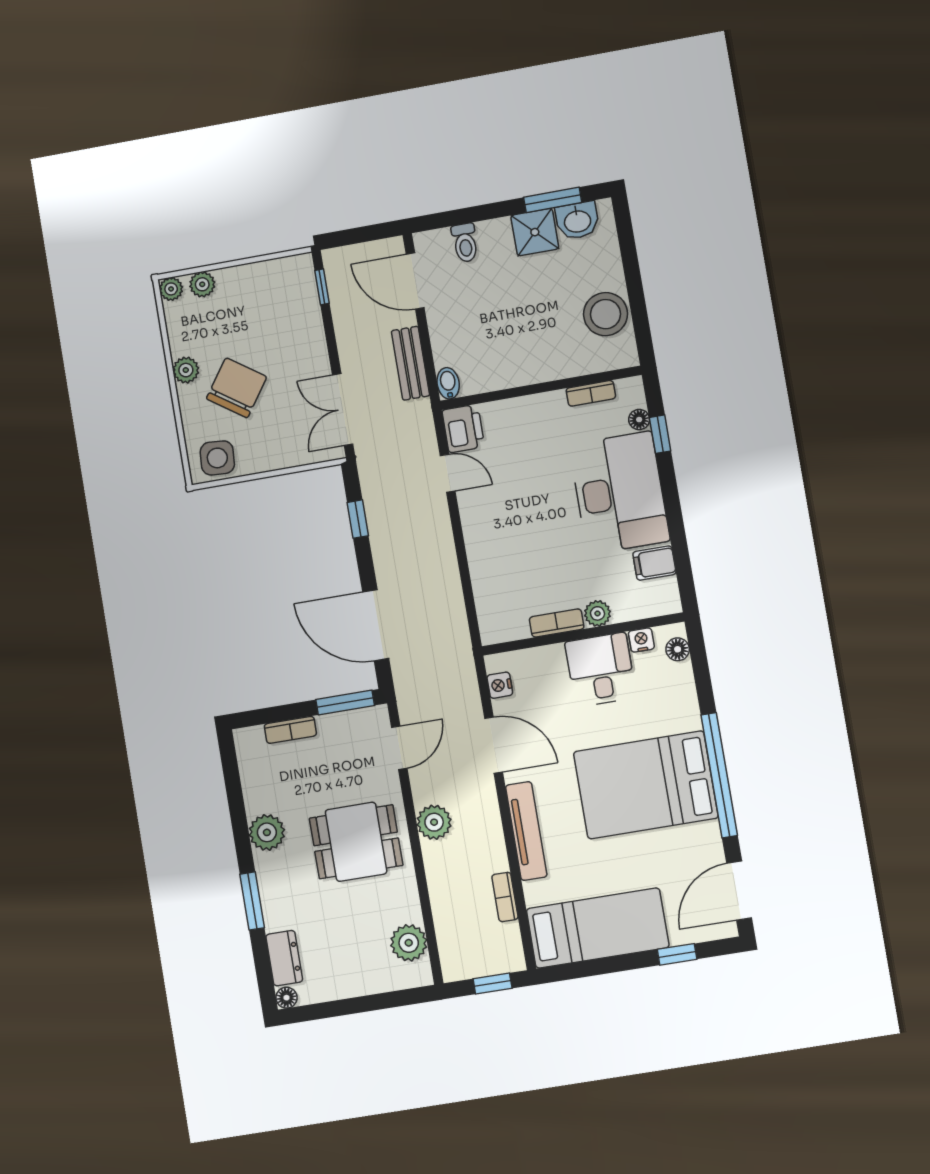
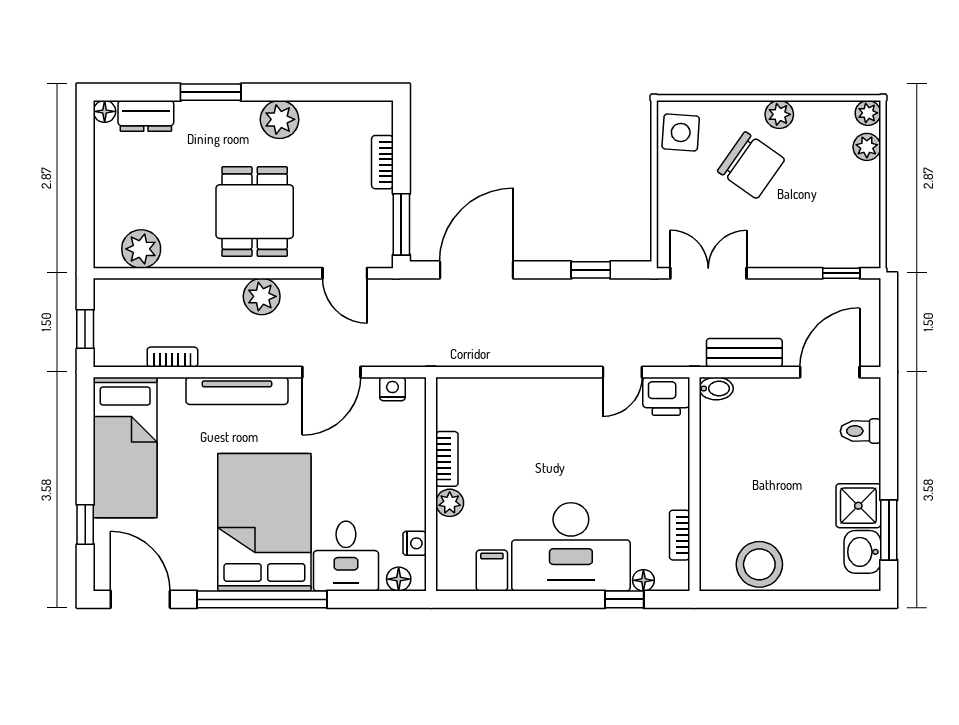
desk: (601, 670) -> (346, 556), moved, turned 90

